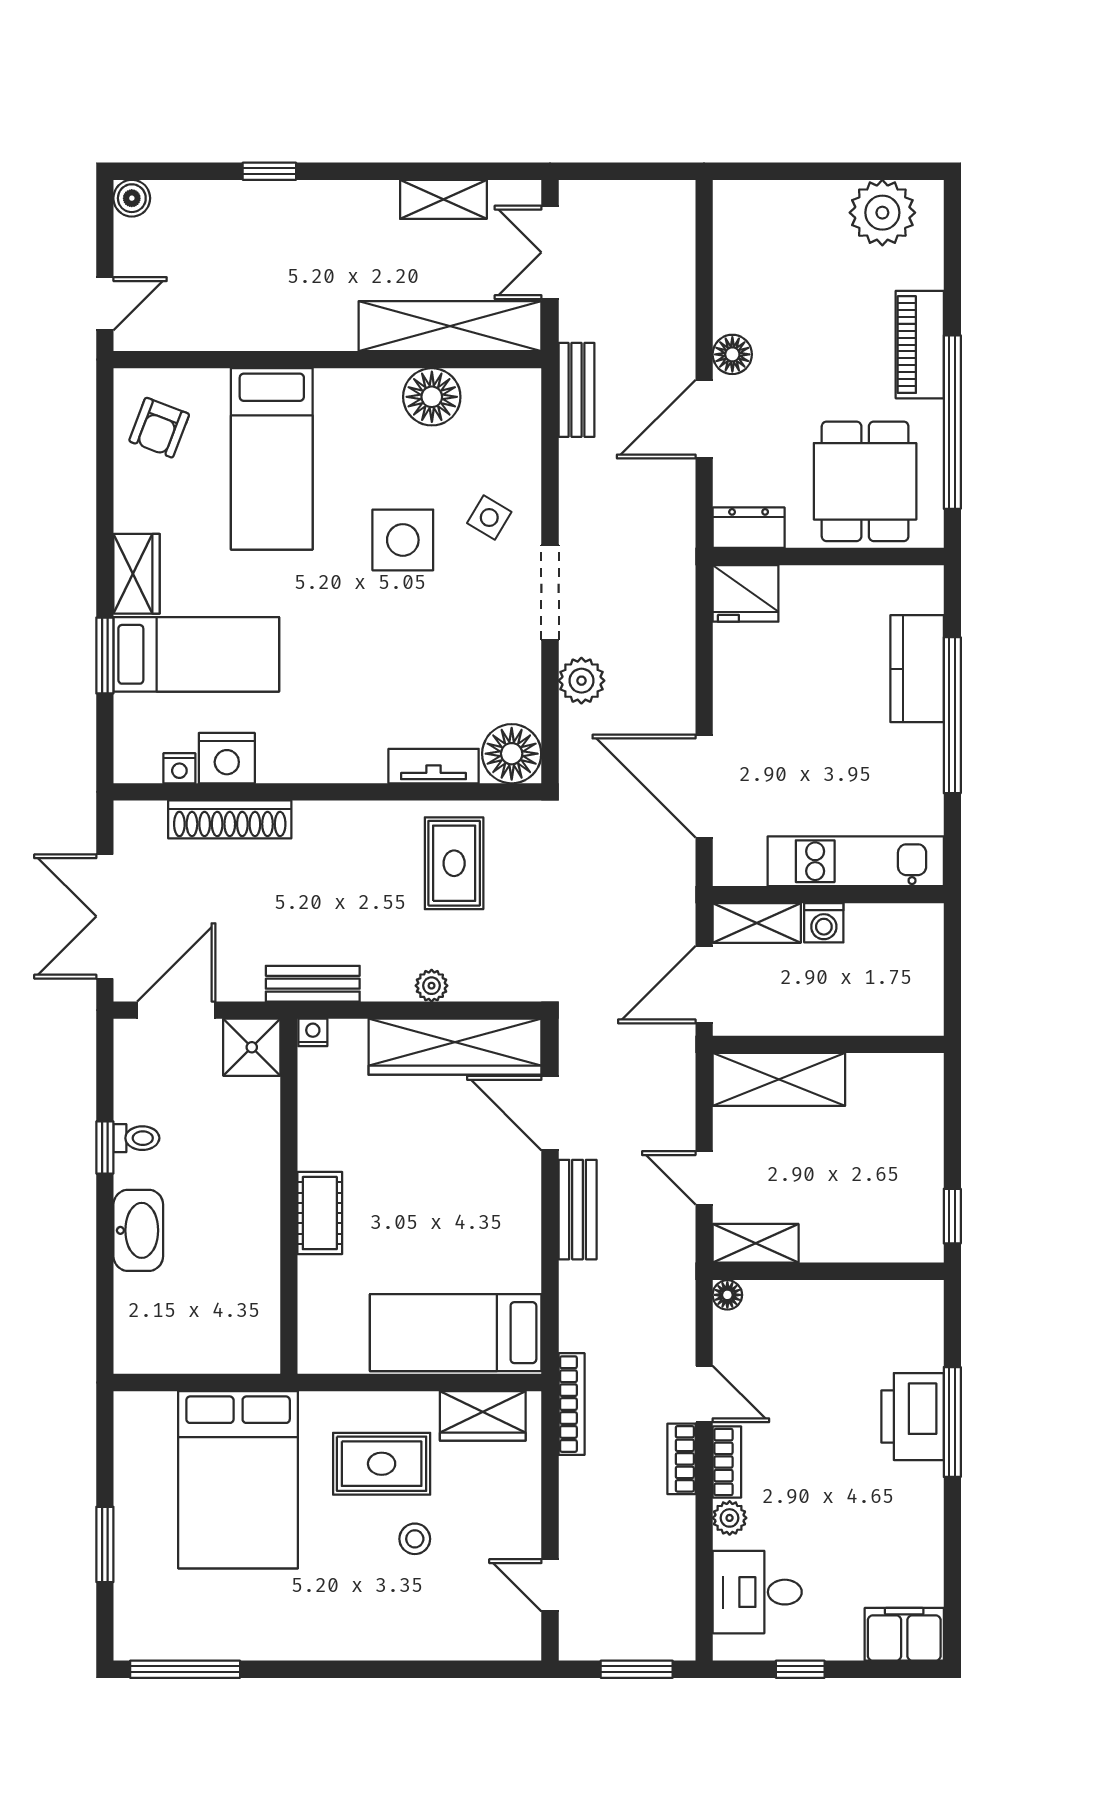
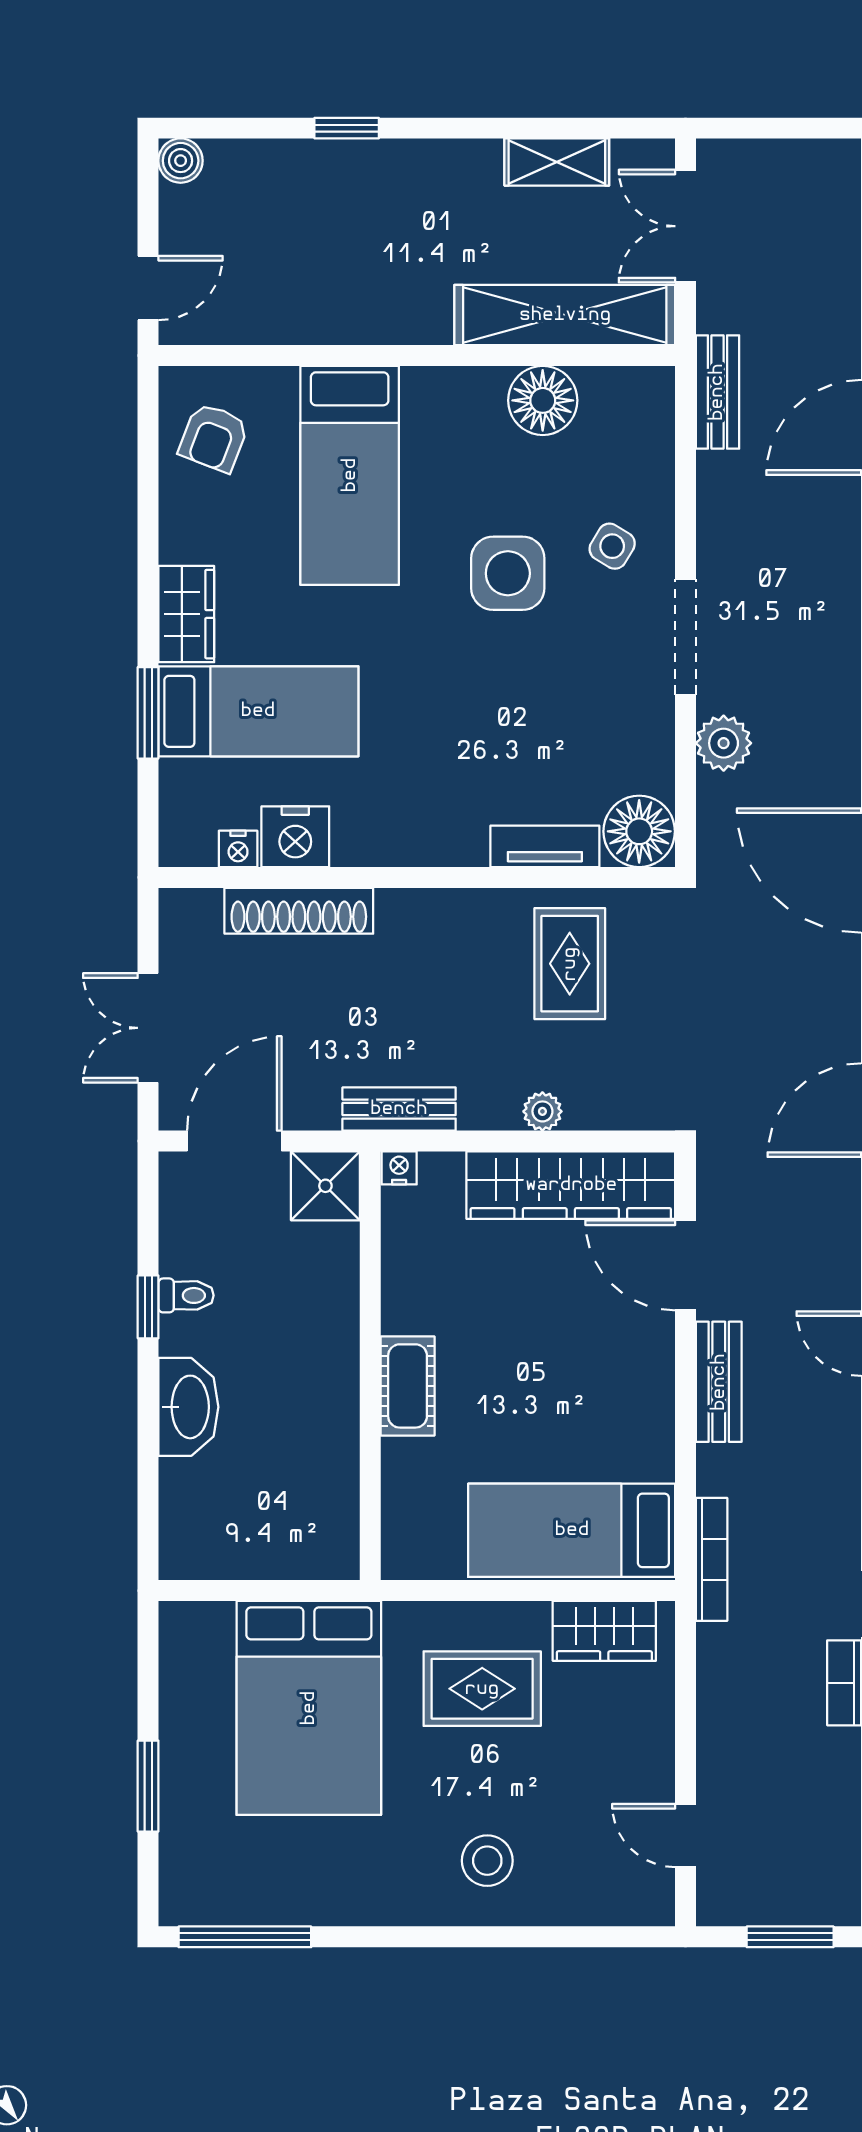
double door: (105, 916) -> (148, 1028), width x0.73
bookcase: (572, 1404) -> (712, 1559), moved
stool: (415, 1539) -> (487, 1861), moved, width x1.37, depth x1.37

